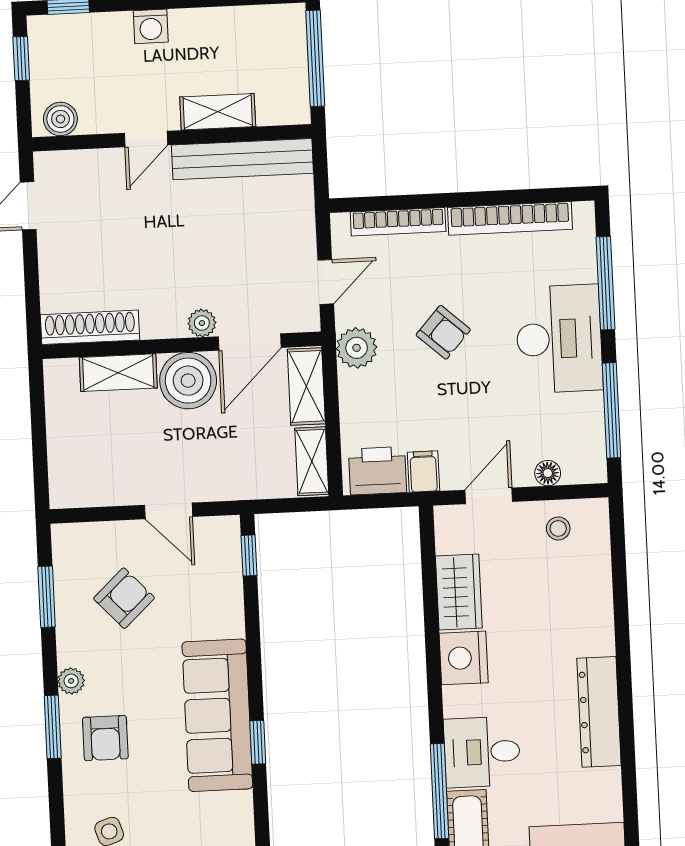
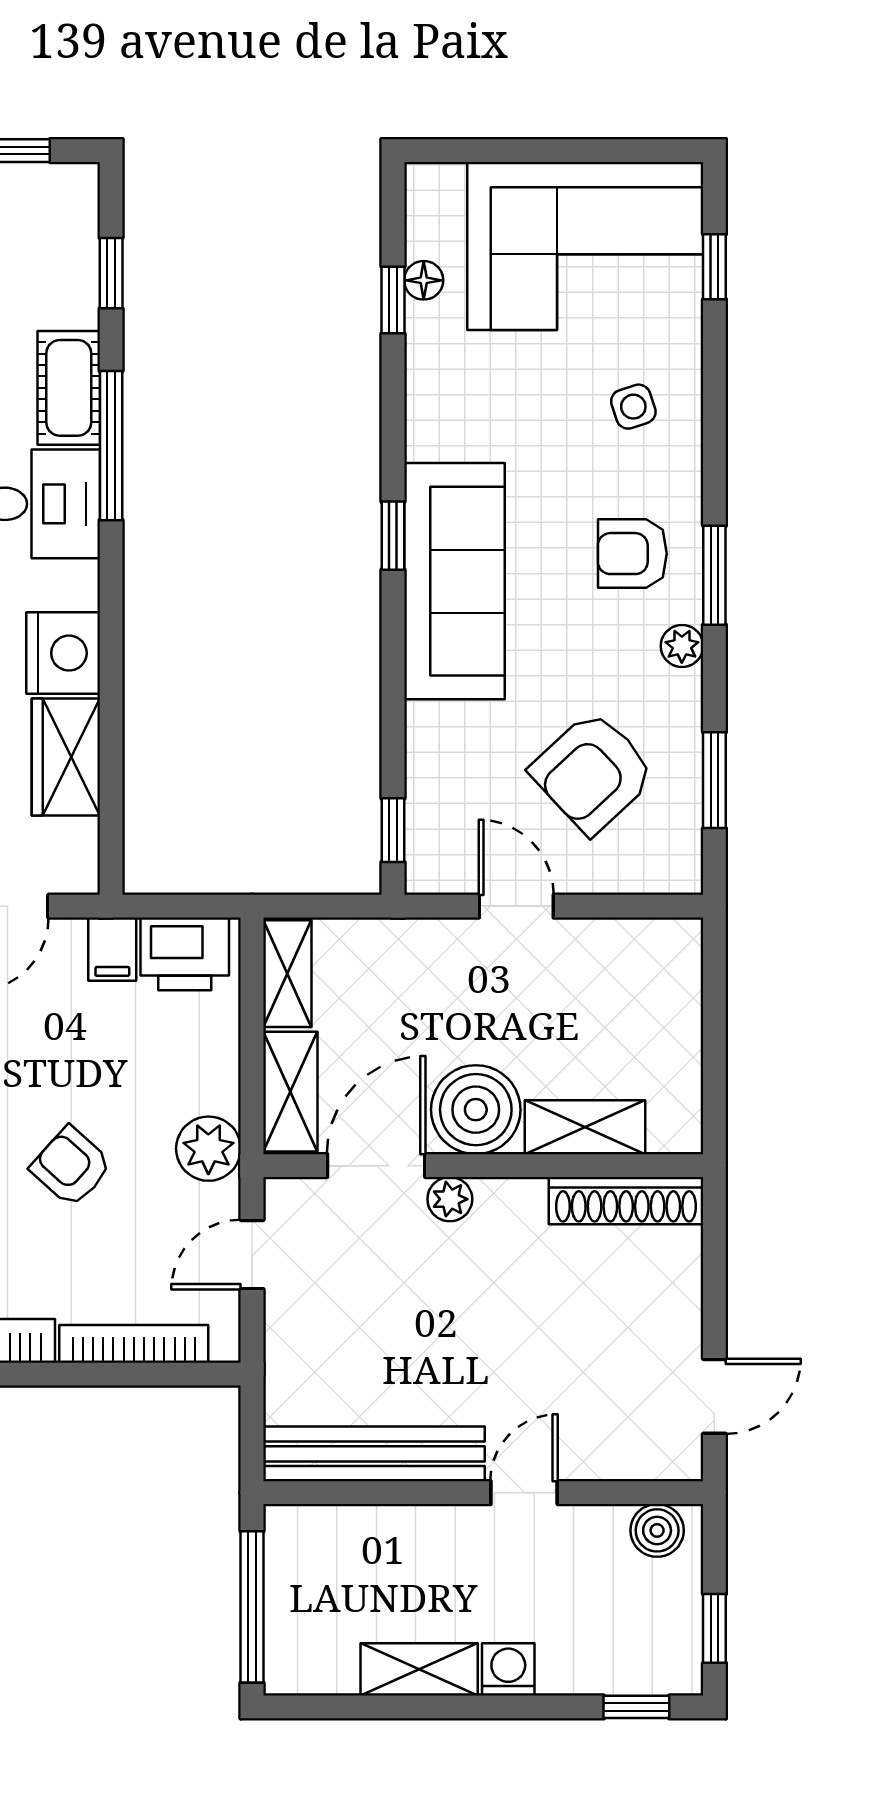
shelving: (218, 112) -> (419, 1669), moved
armchair: (124, 598) -> (593, 772), width x1.38, depth x1.38
armchair: (105, 738) -> (632, 554), turned -90

